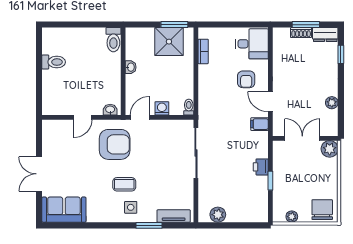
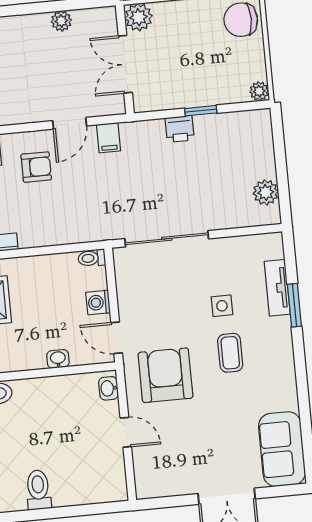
washbasin: (131, 67) -> (58, 359), moved
side table: (131, 207) -> (222, 306), moved
tv unit: (174, 216) -> (277, 288), moved
plant: (292, 217) -> (259, 91), moved

